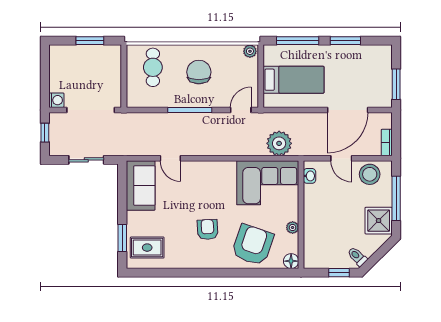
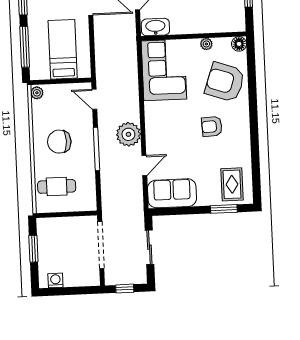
washing machine: (56, 100) -> (55, 280), moved
plant: (279, 143) -> (128, 134), moved
washbasin: (310, 176) -> (155, 27), width x1.91, depth x1.45

